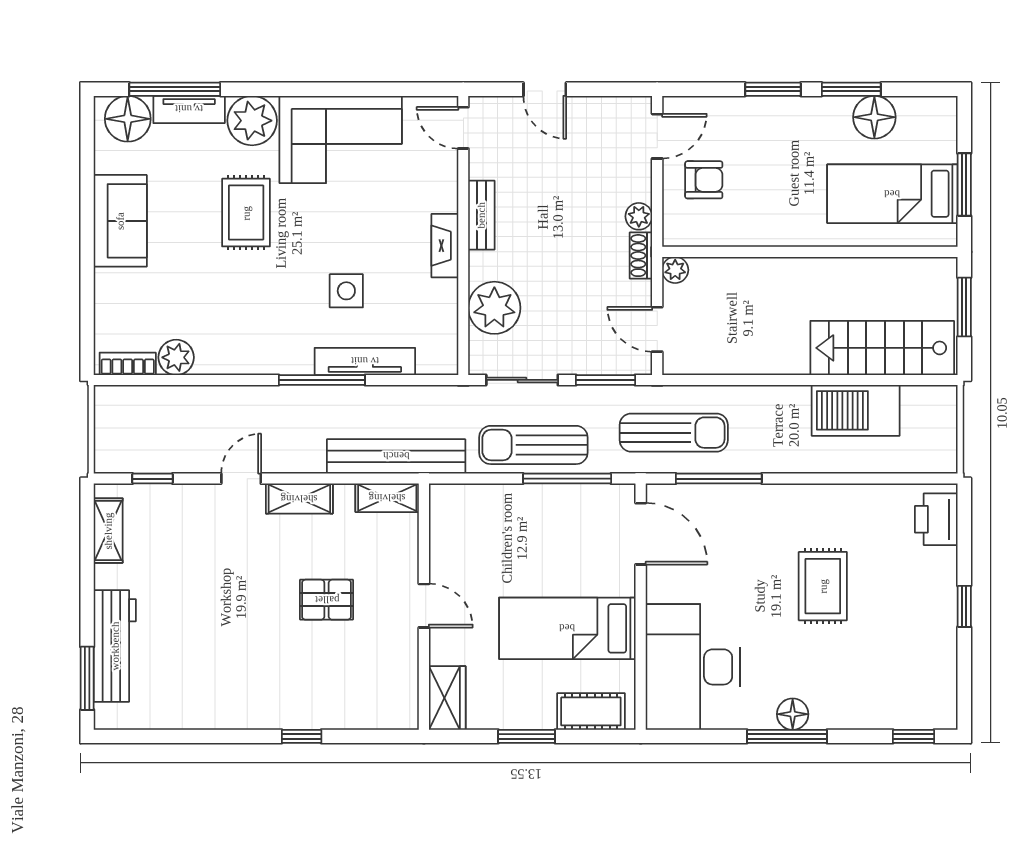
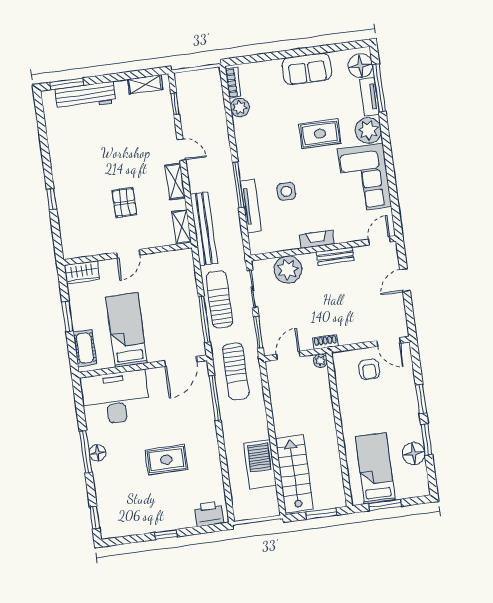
plant: (639, 216) -> (346, 338), removed

